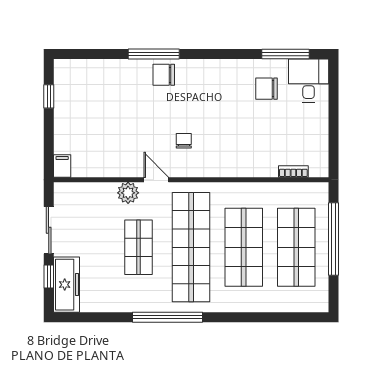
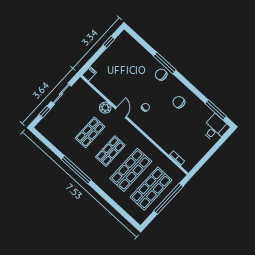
chair: (267, 89) -> (179, 102), moved
shop shelf: (191, 247) -> (110, 151), width x0.50, depth x0.74
freezer: (66, 285) -> (49, 121), removed

